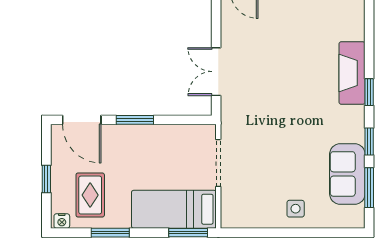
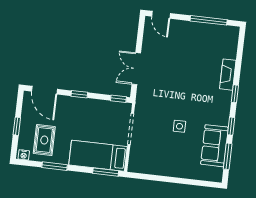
fireplace: (352, 73) -> (228, 75), width x0.73, depth x0.76
window: (135, 120) -> (79, 94), width x0.67
window: (195, 120) -> (118, 99), added
side table: (296, 209) -> (179, 126), moved

